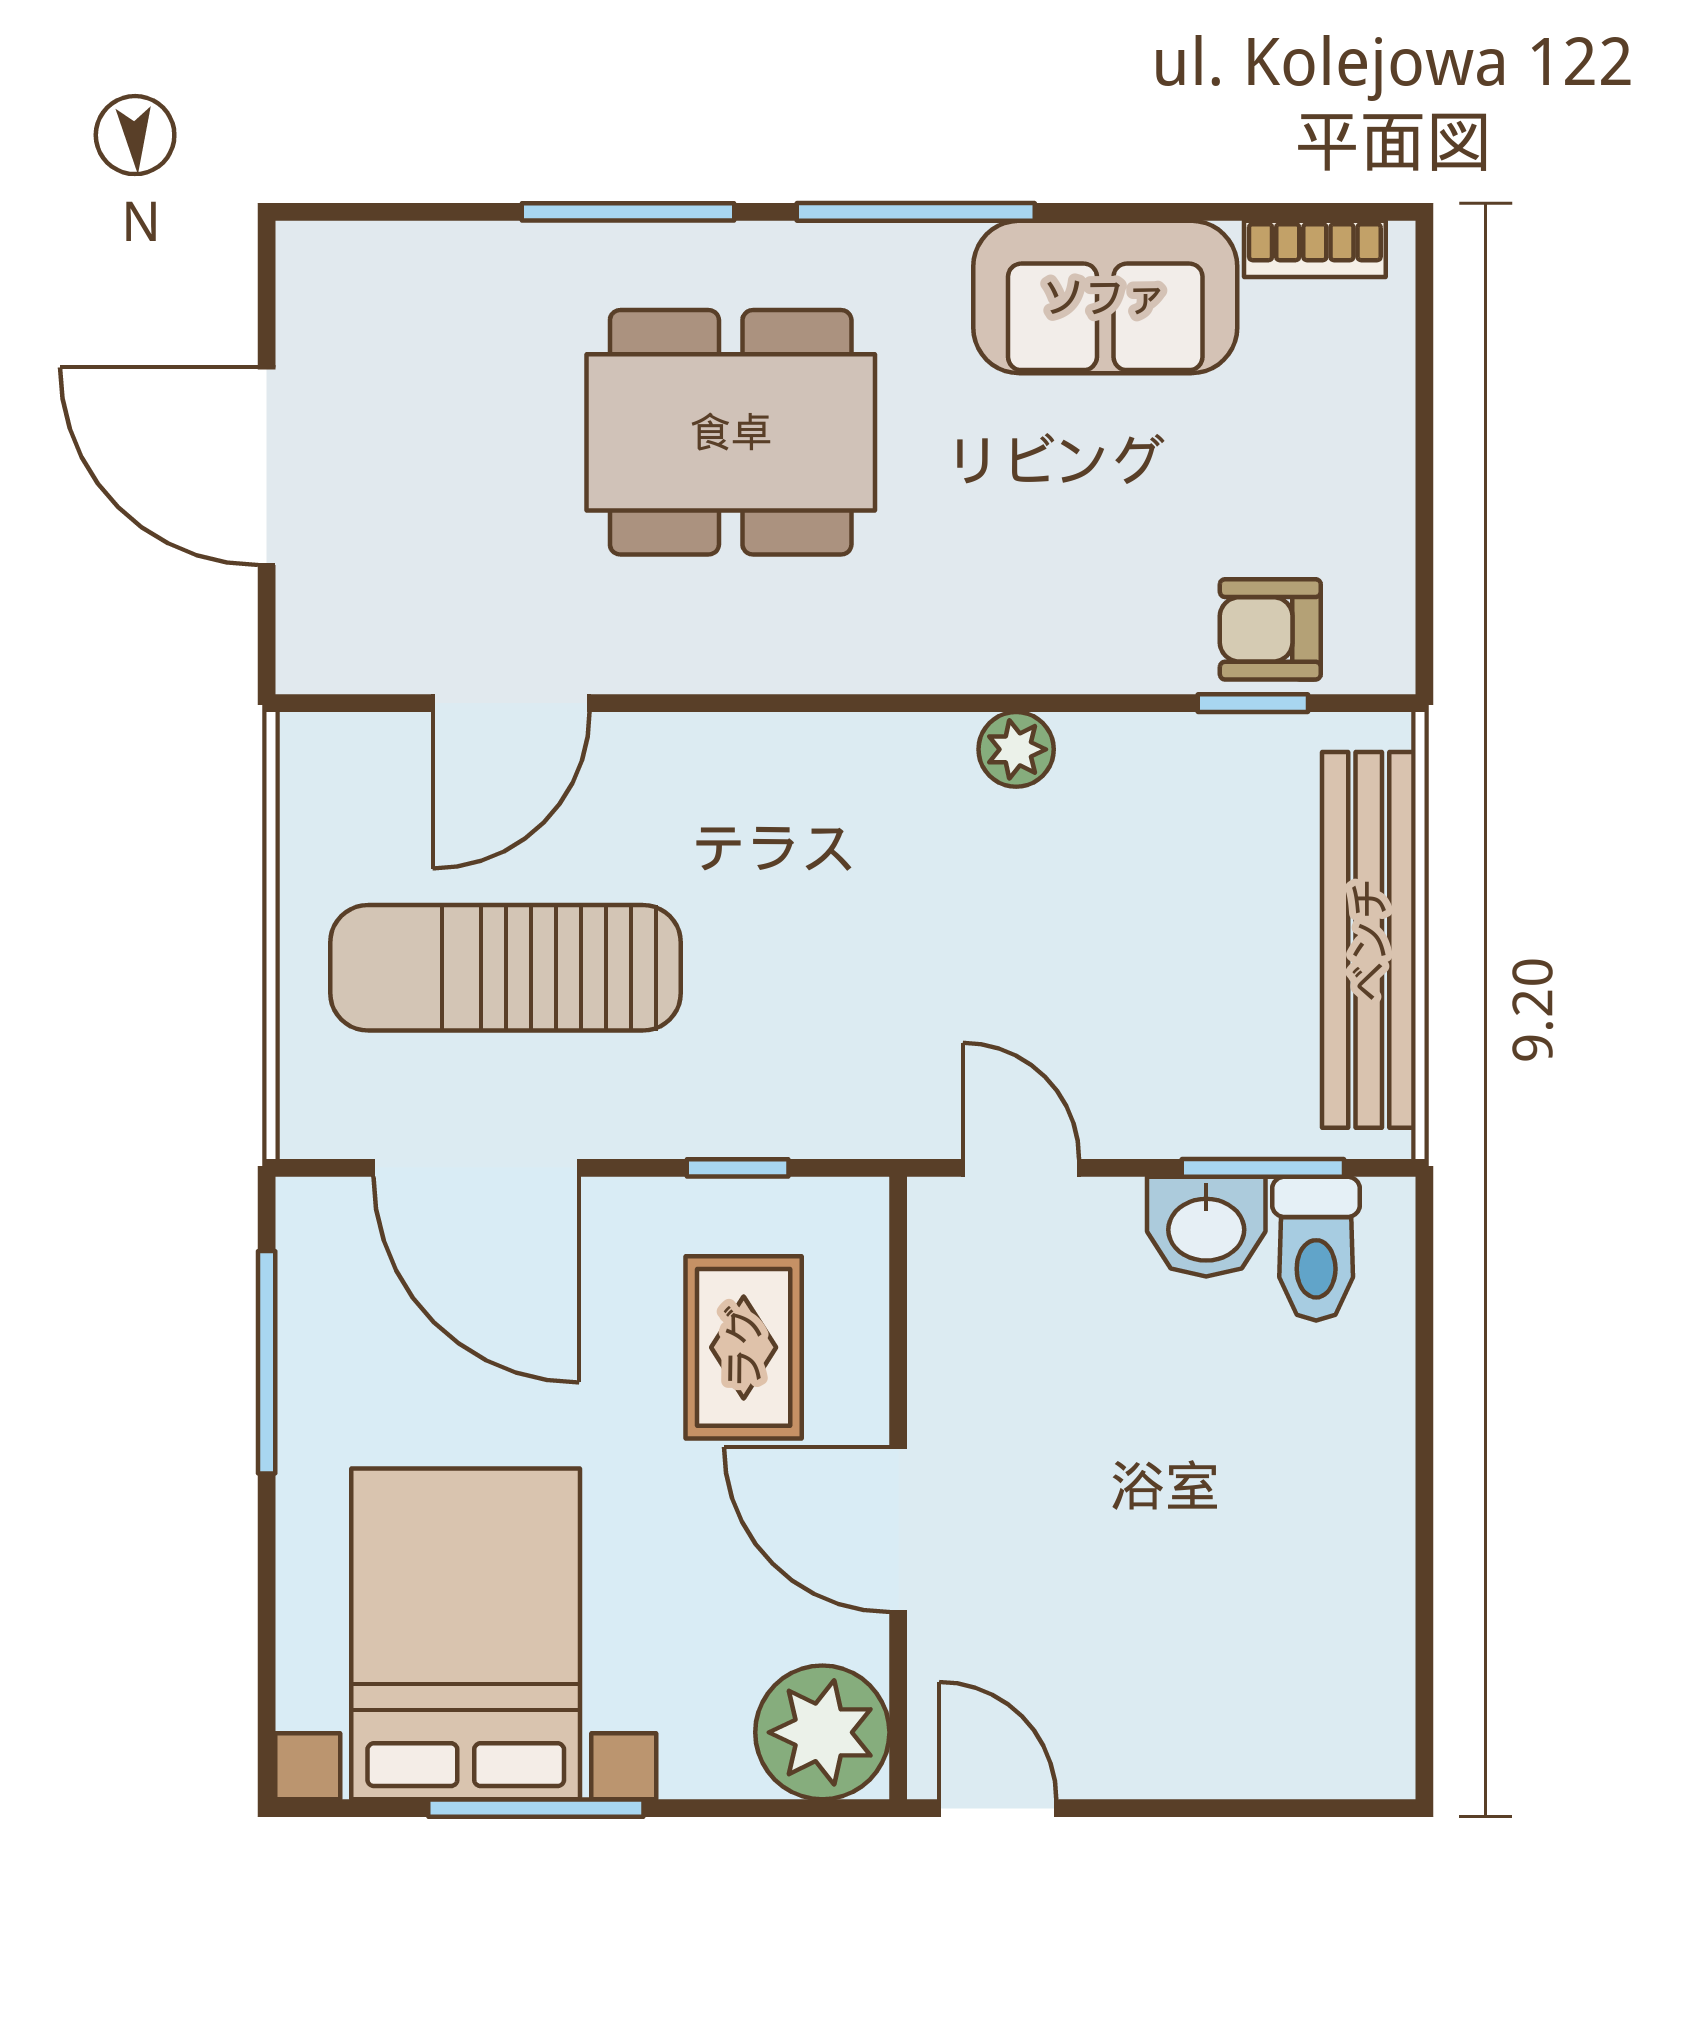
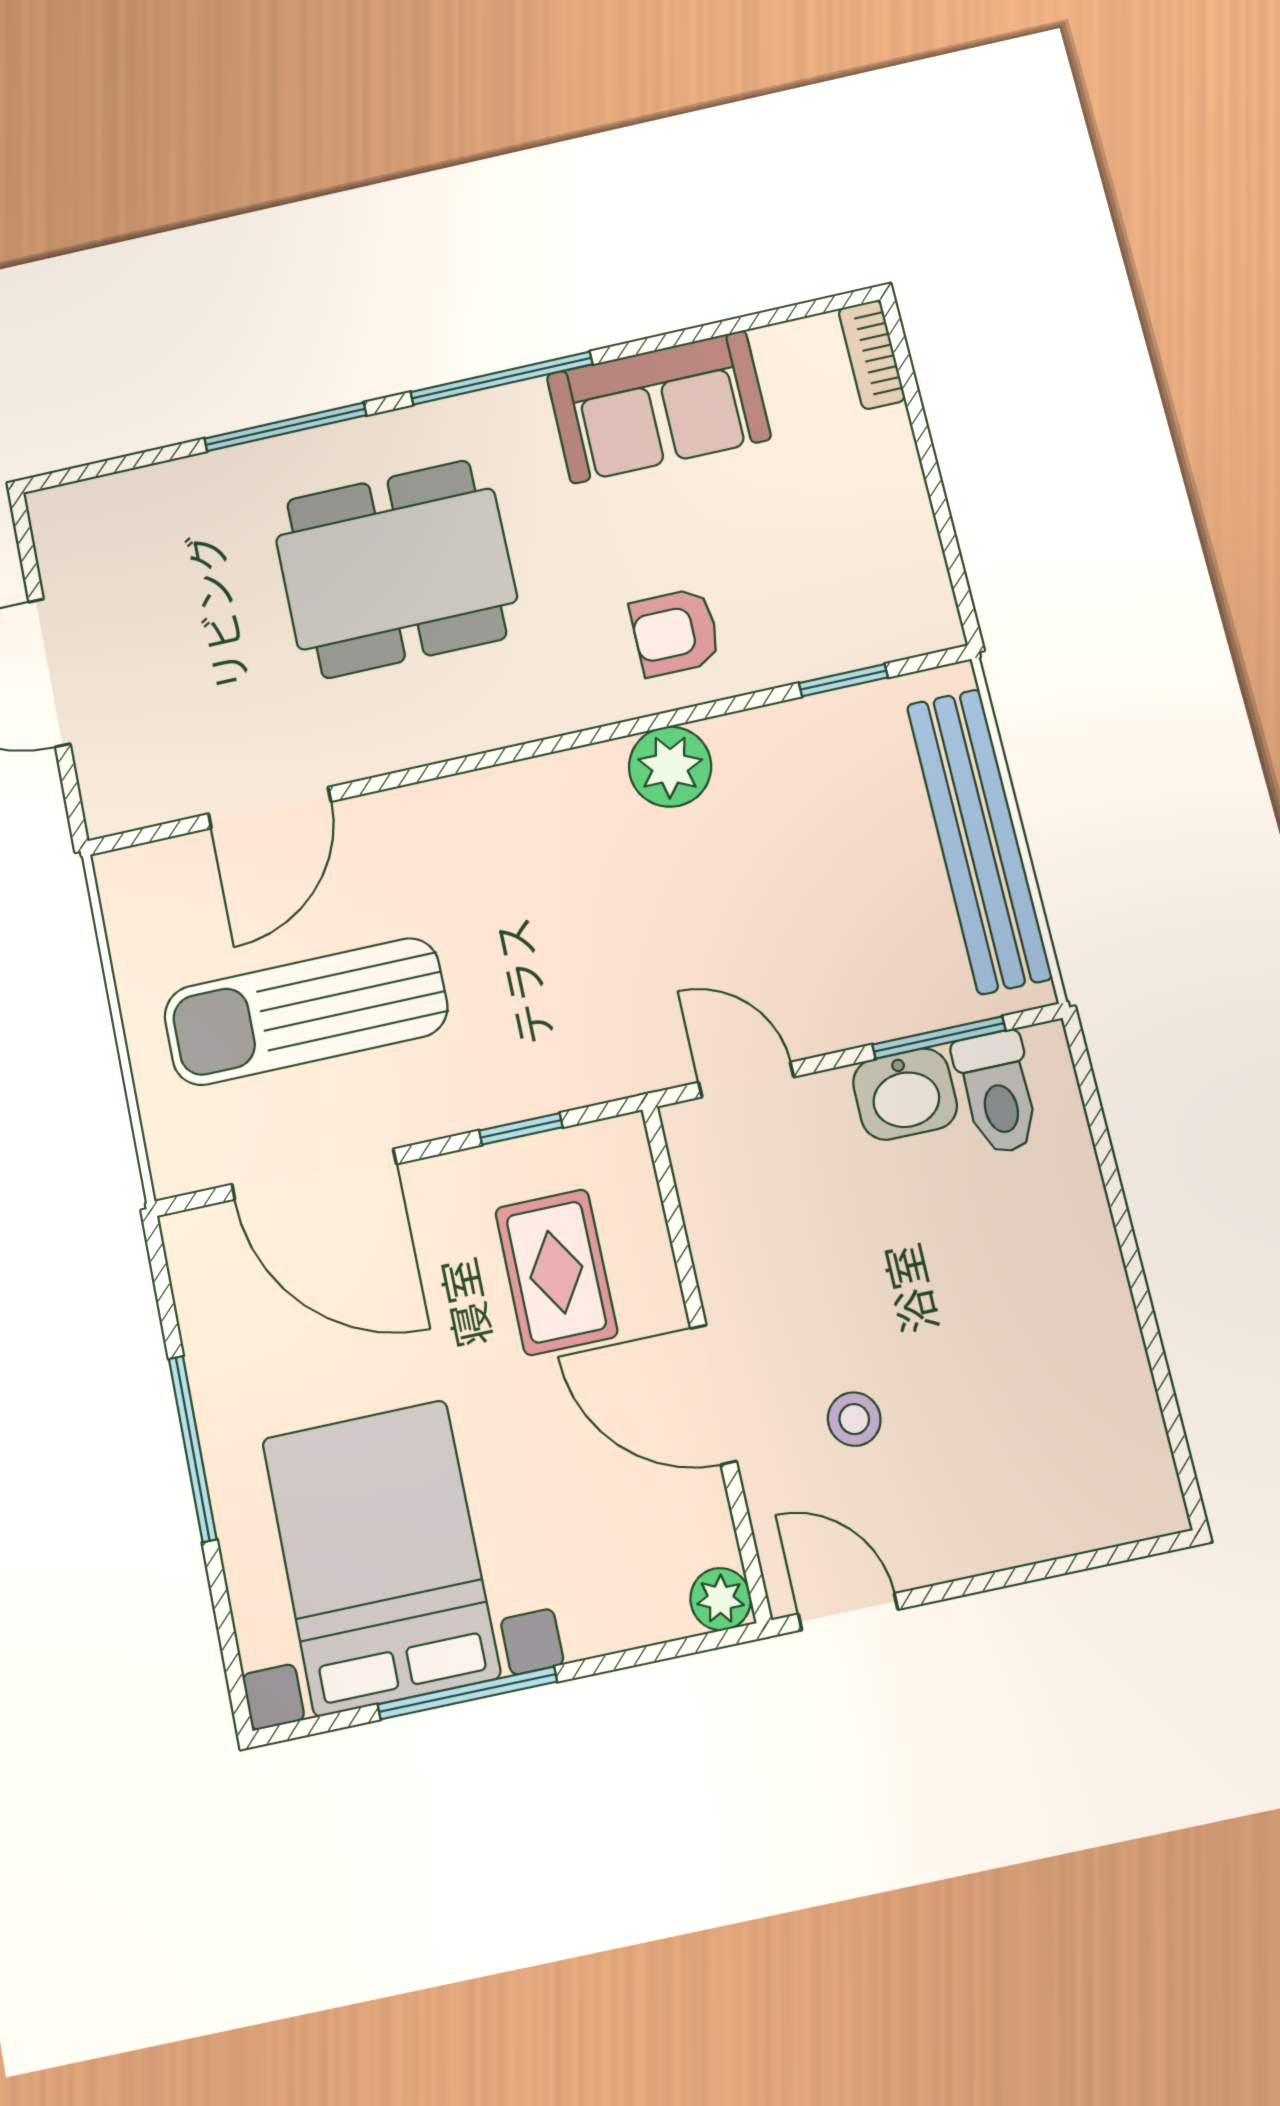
bookcase: (1315, 249) -> (872, 355), moved, turned 90
armchair: (1270, 629) -> (675, 632), moved
plant: (1016, 749) -> (670, 767), width x1.38, depth x1.38
window: (267, 1362) -> (193, 1449), moved
stool: (1056, 1593) -> (854, 1419), added
plant: (822, 1732) -> (721, 1599), width x0.53, depth x0.53

